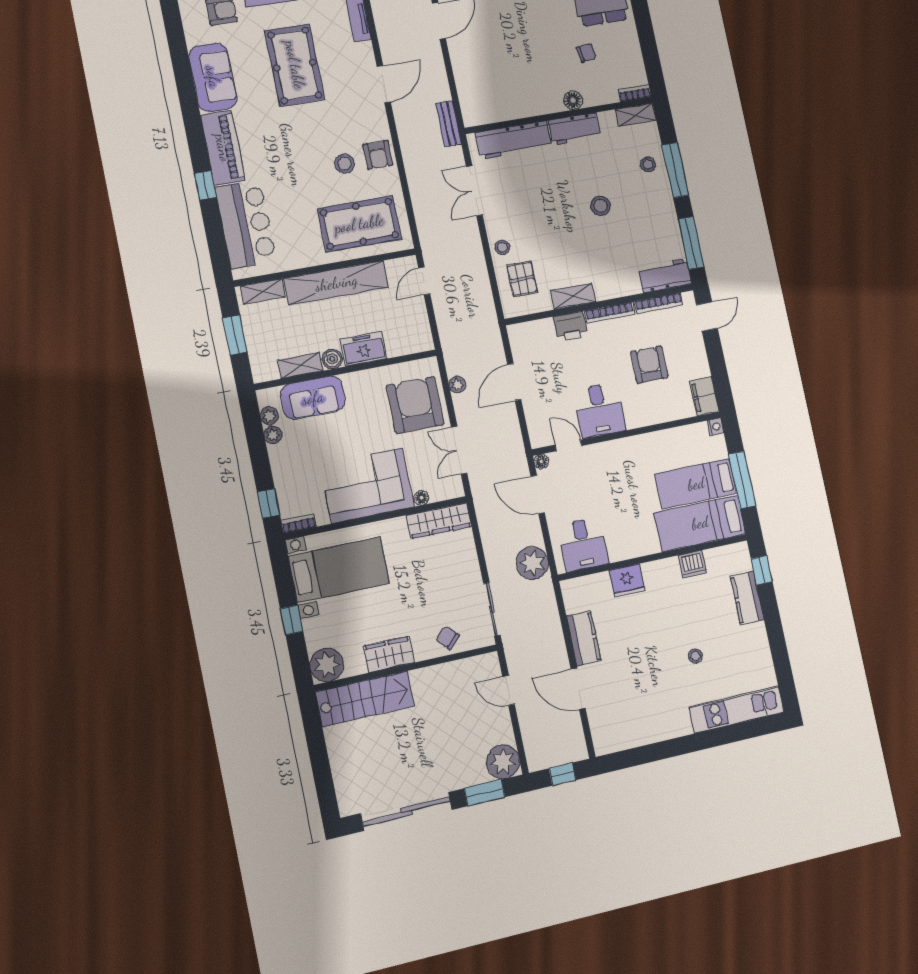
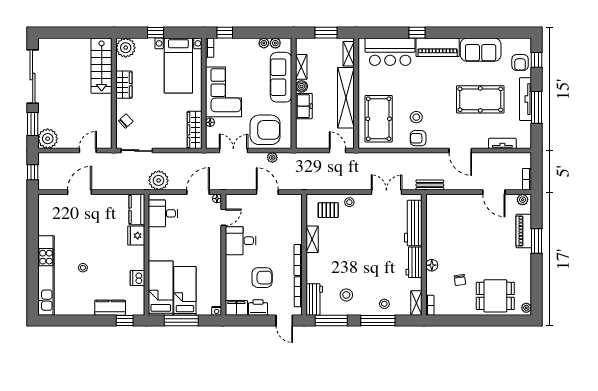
stool: (601, 206) -> (346, 295), moved
printer: (570, 326) -> (258, 307), moved, turned 90
sofa: (313, 398) -> (281, 77), width x1.36
kitchen counter: (584, 639) -> (137, 209), moved, turned 90
kitchen unit: (736, 710) -> (46, 275), width x1.36

